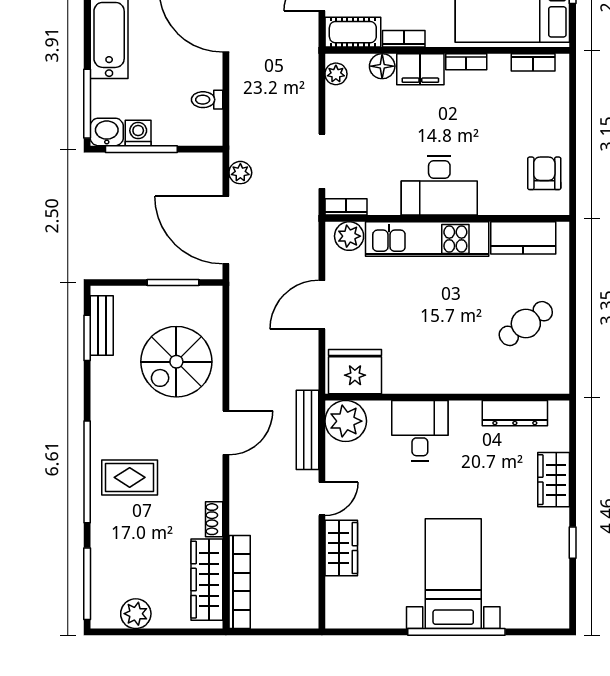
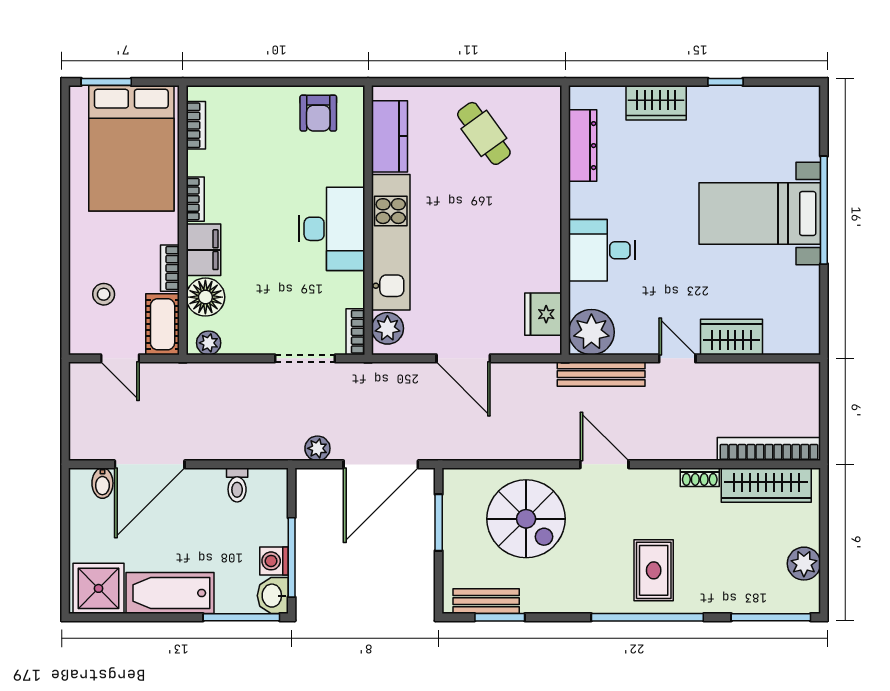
floor lamp: (382, 66) -> (205, 297), width x1.38, depth x1.38
armchair: (544, 173) -> (318, 113), turned -90
fridge: (355, 372) -> (543, 314), width x0.73, depth x0.75

